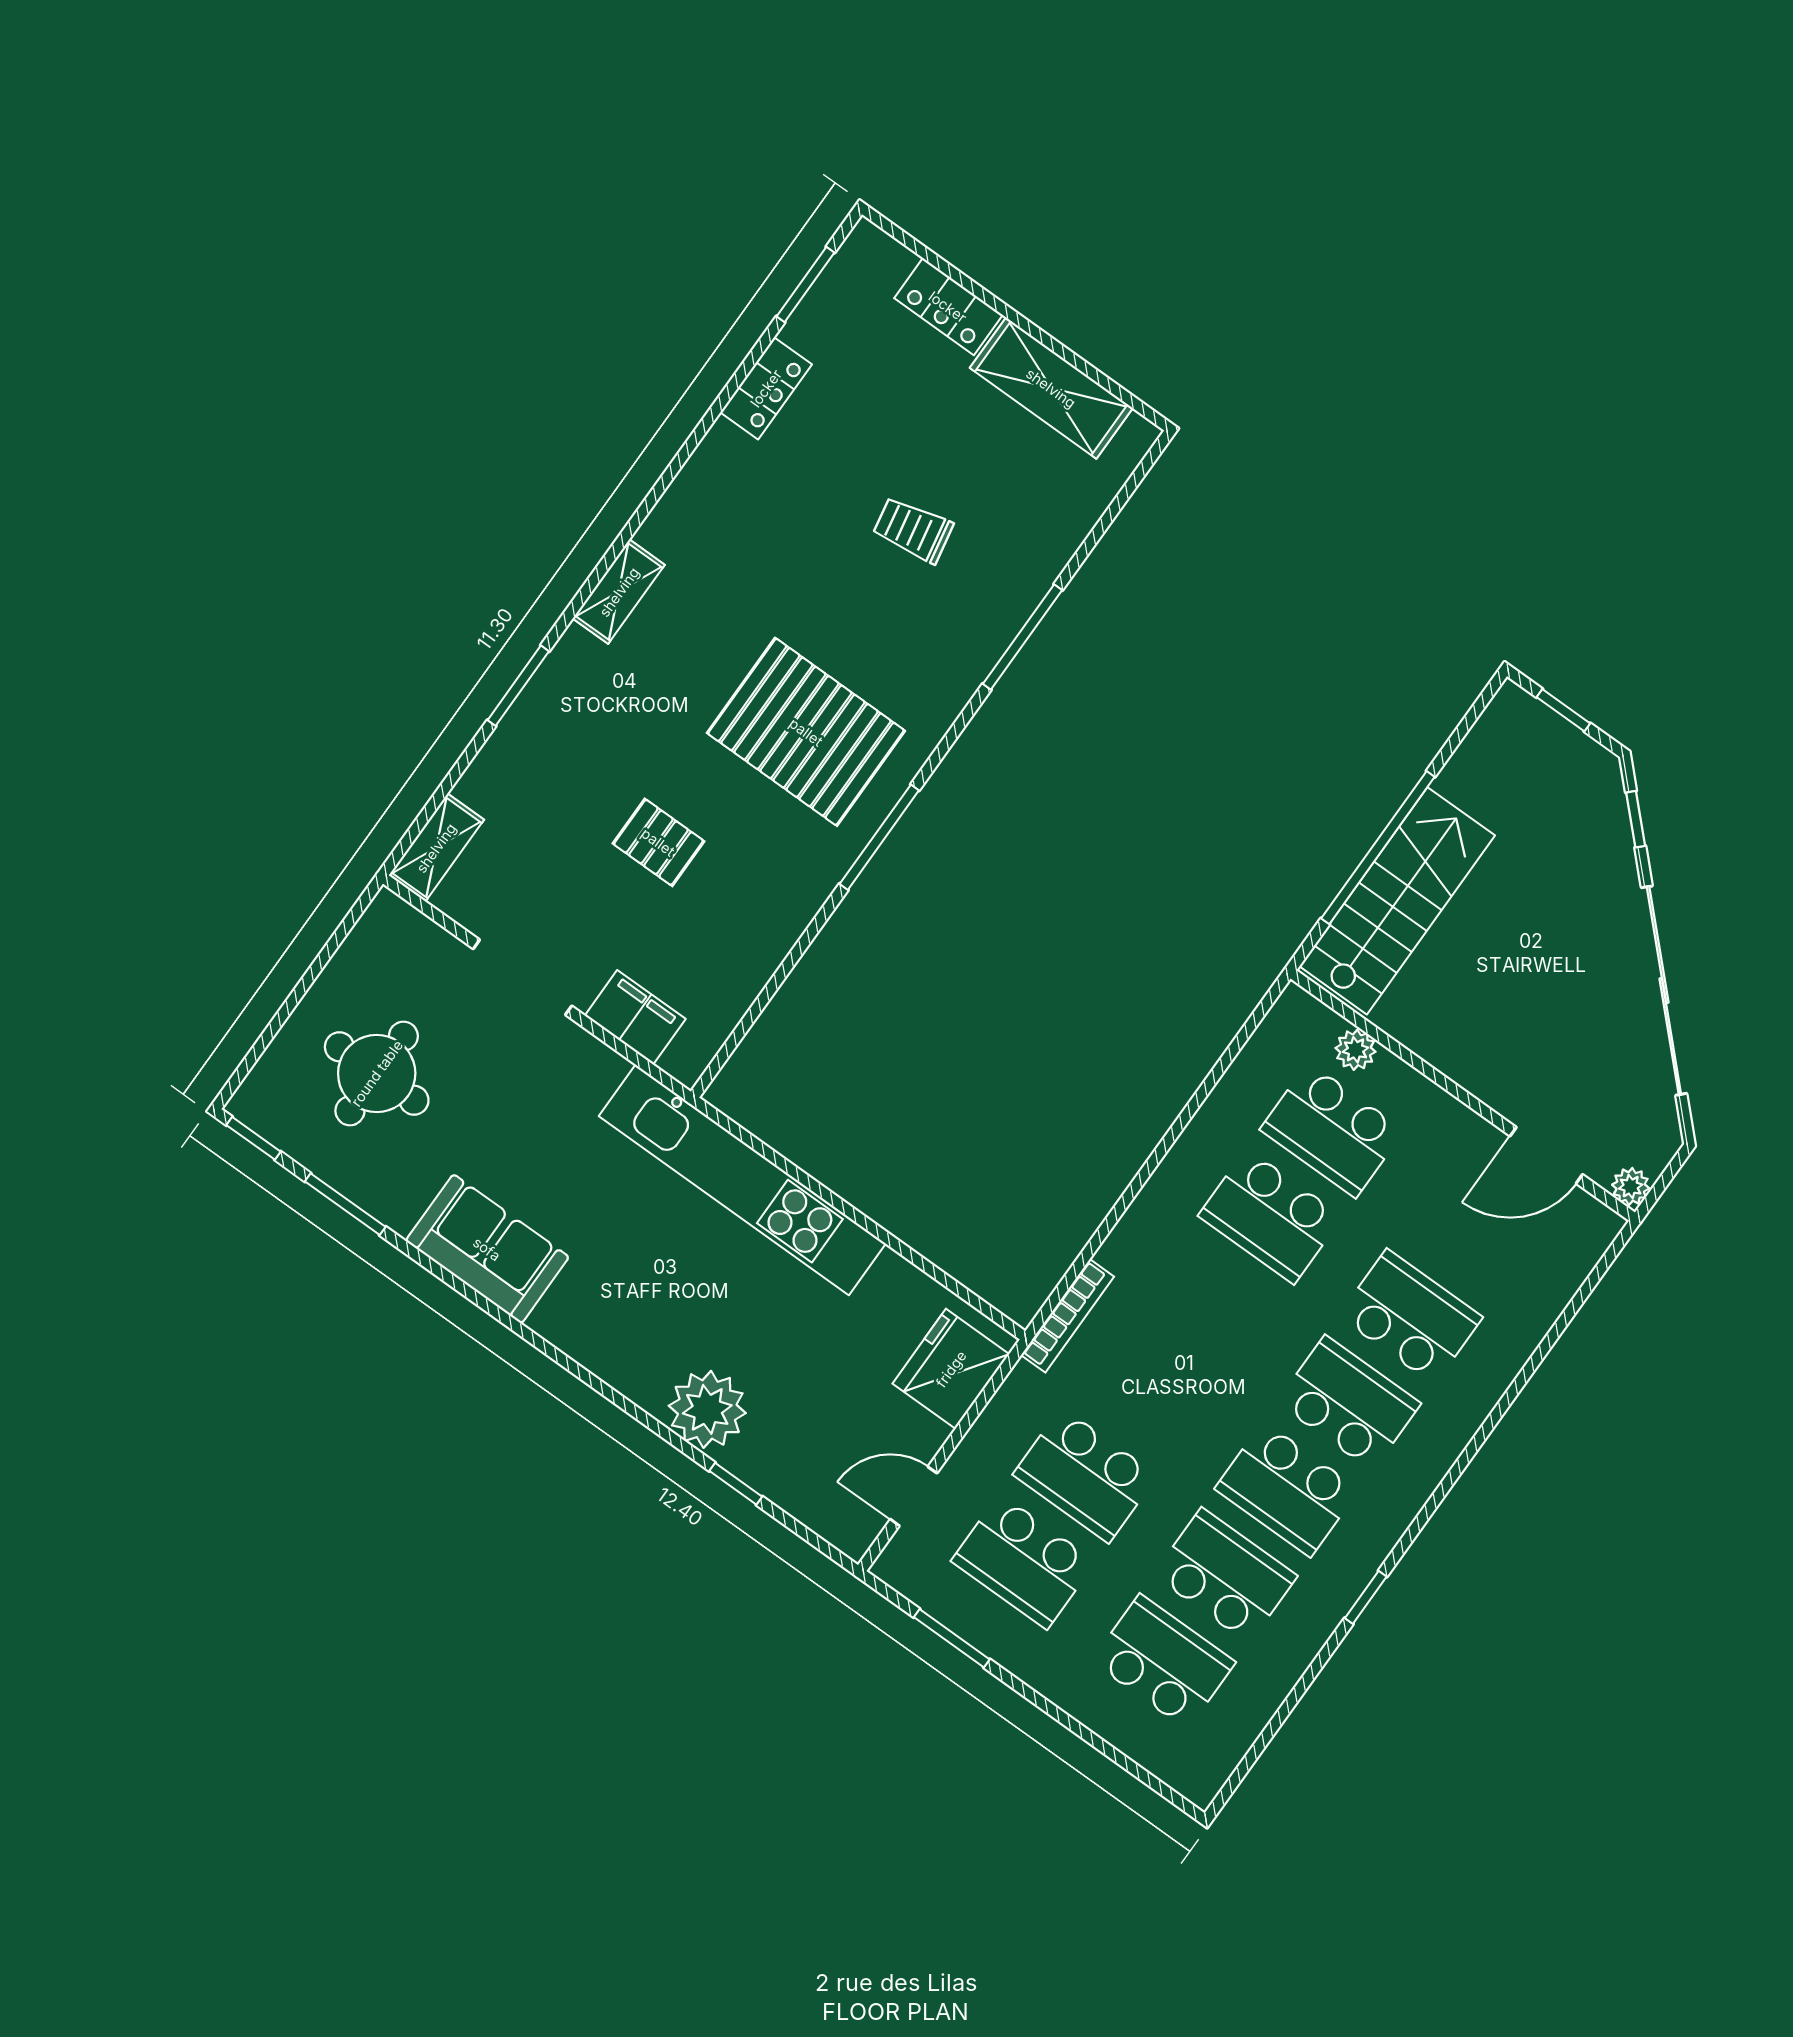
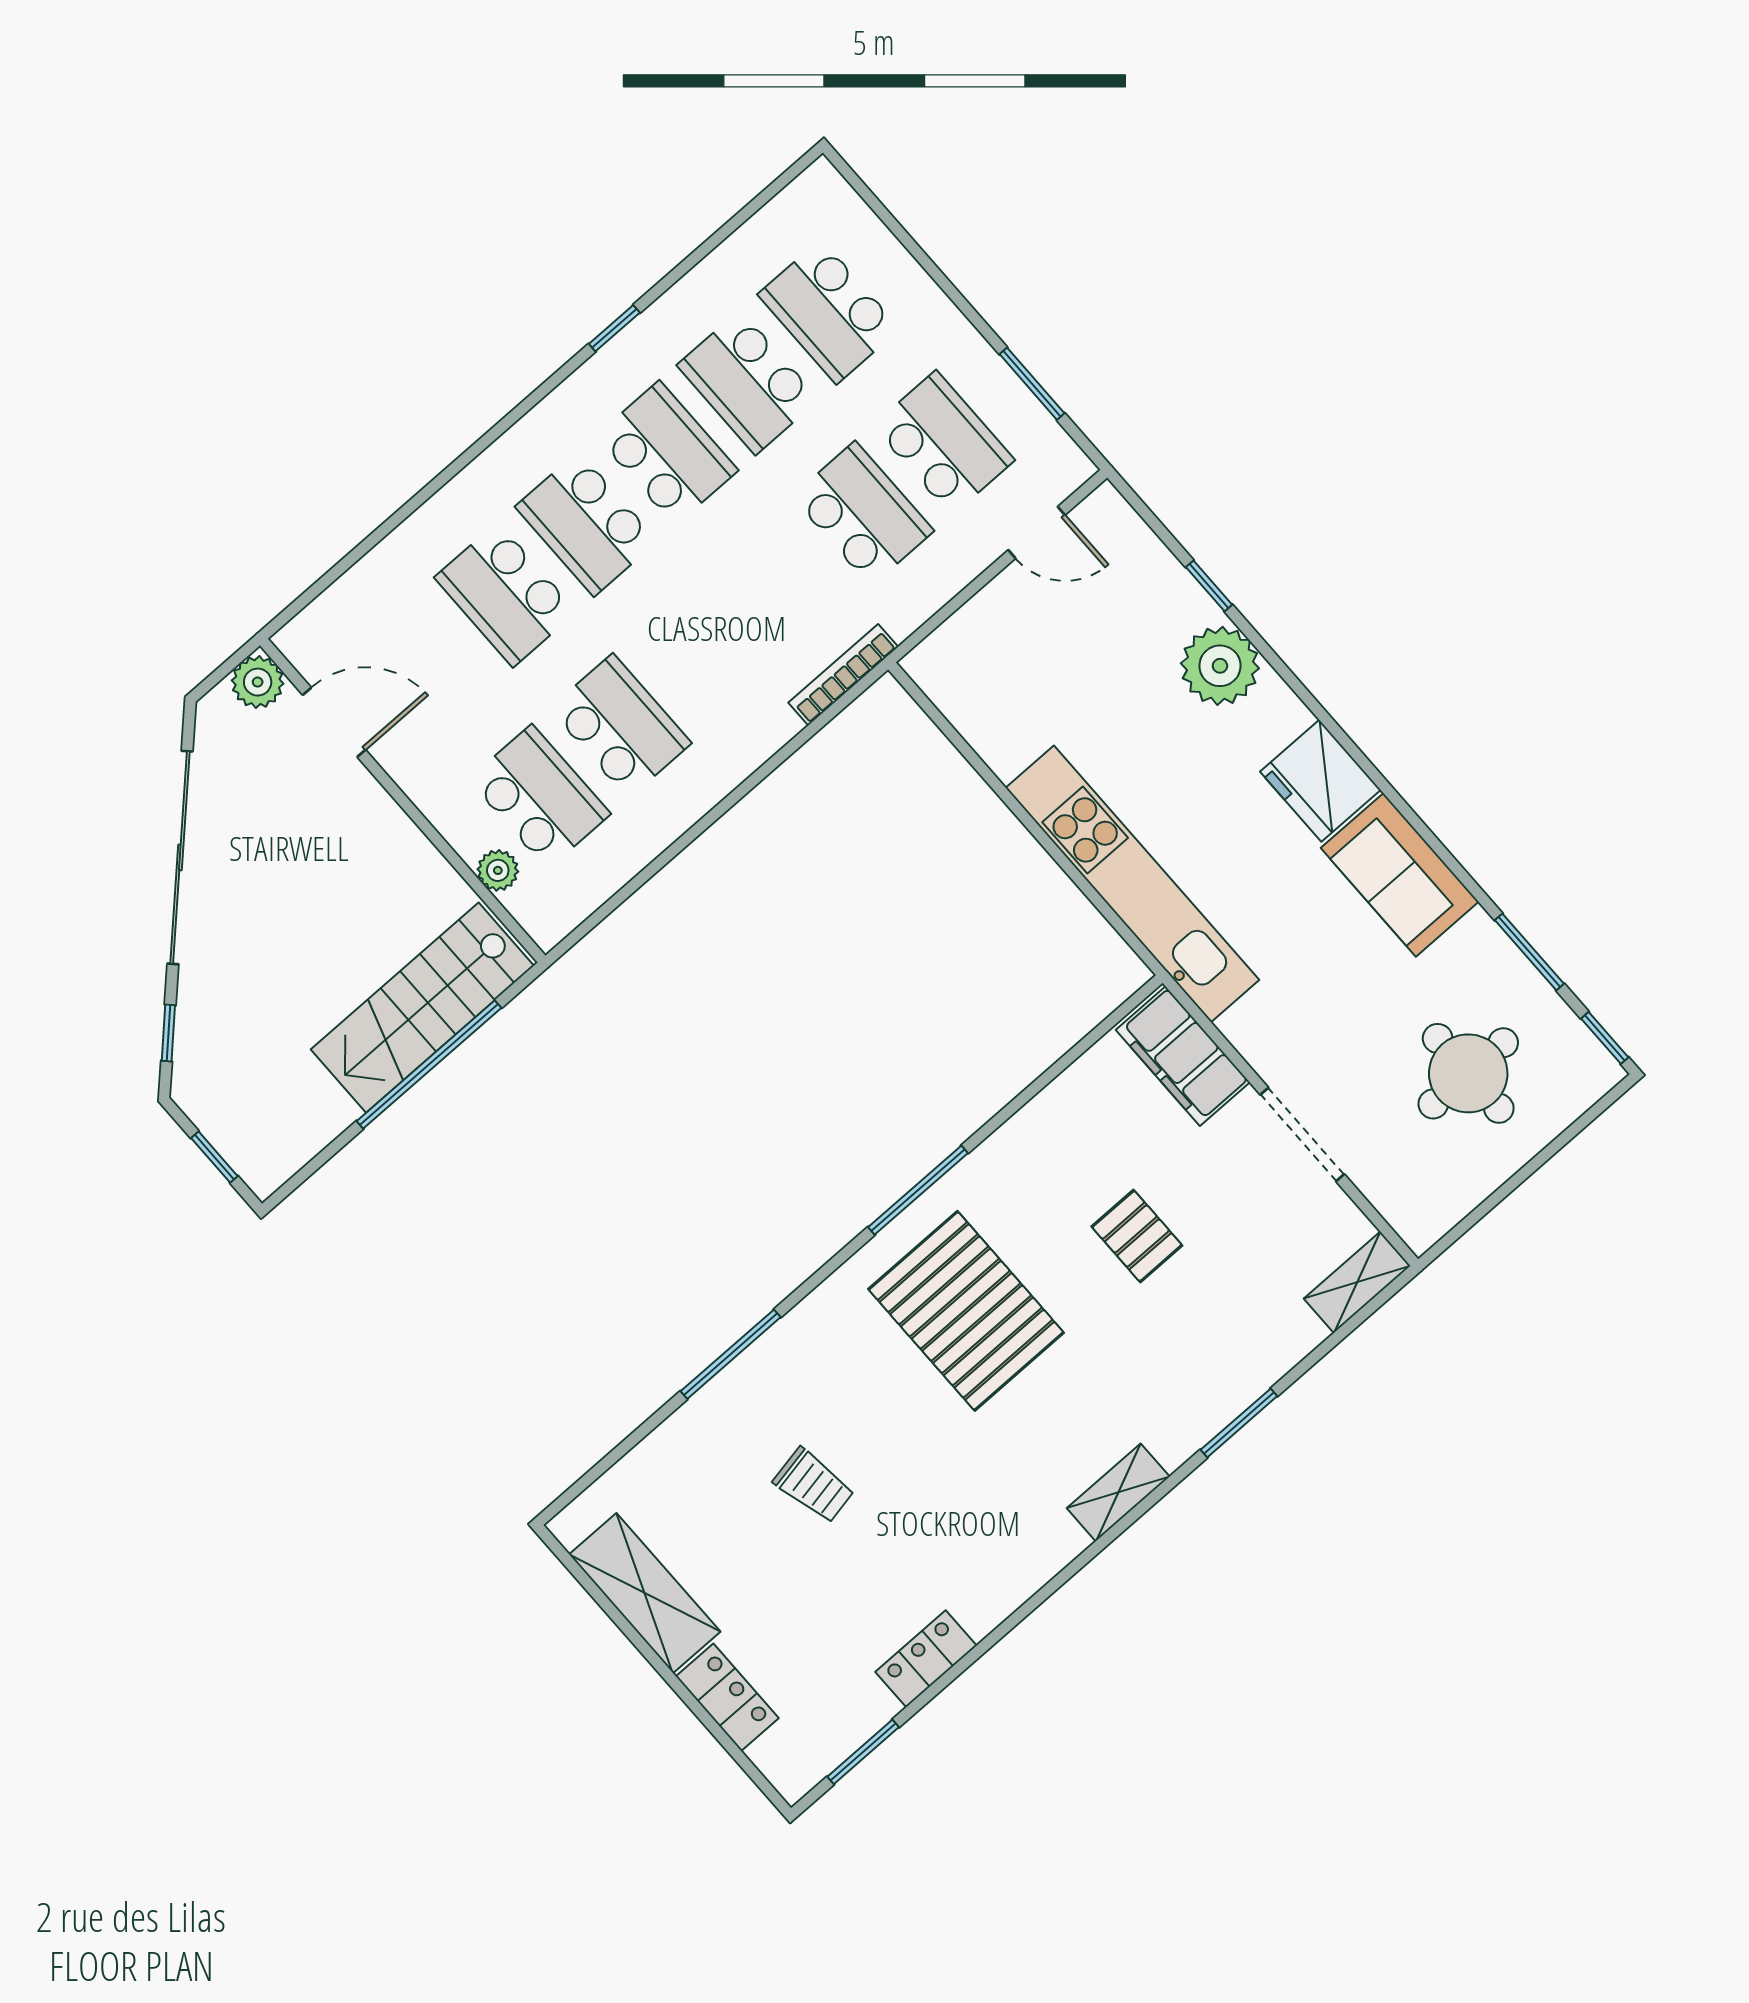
filing cabinet: (635, 1017) -> (1183, 1056), width x1.50, depth x1.17
plant: (1631, 1187) -> (258, 682), width x1.38, depth x1.38
fridge: (951, 1369) -> (1320, 781), moved, turned 90

